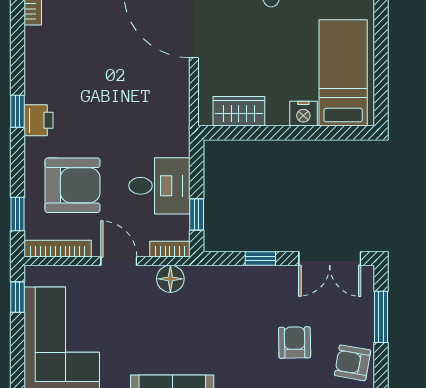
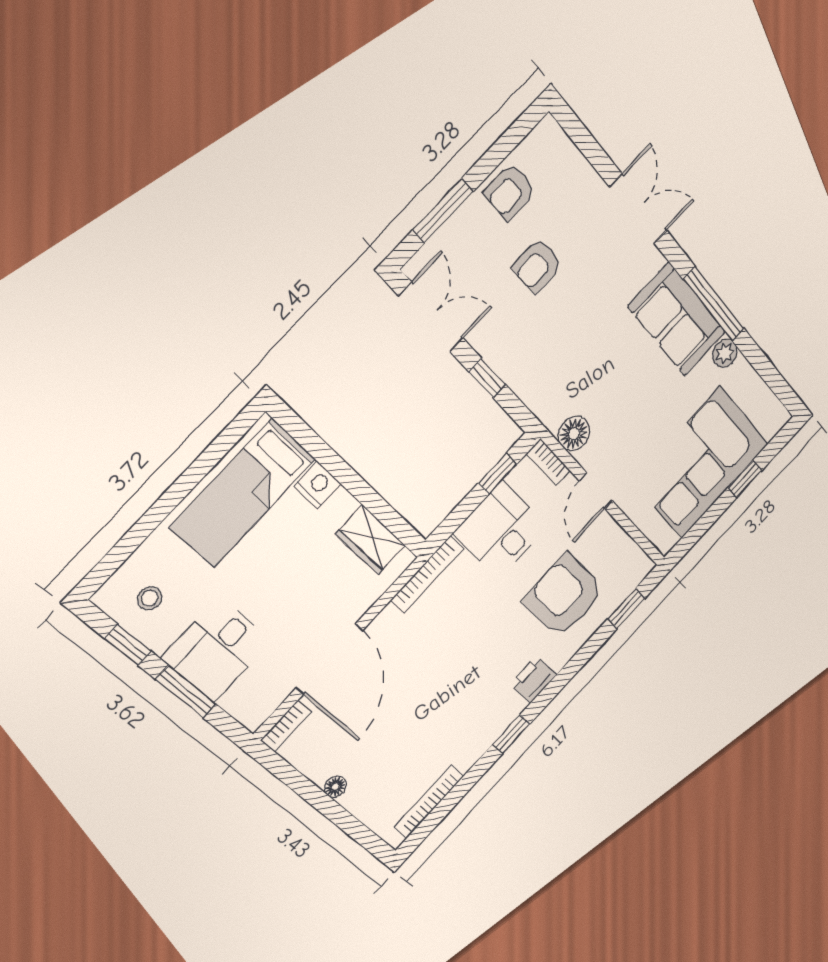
window: (18, 111) -> (511, 734), moved
bookcase: (58, 249) -> (427, 574), moved, turned -90
window: (18, 297) -> (745, 479), moved
armchair: (353, 363) -> (510, 192), turned 80

